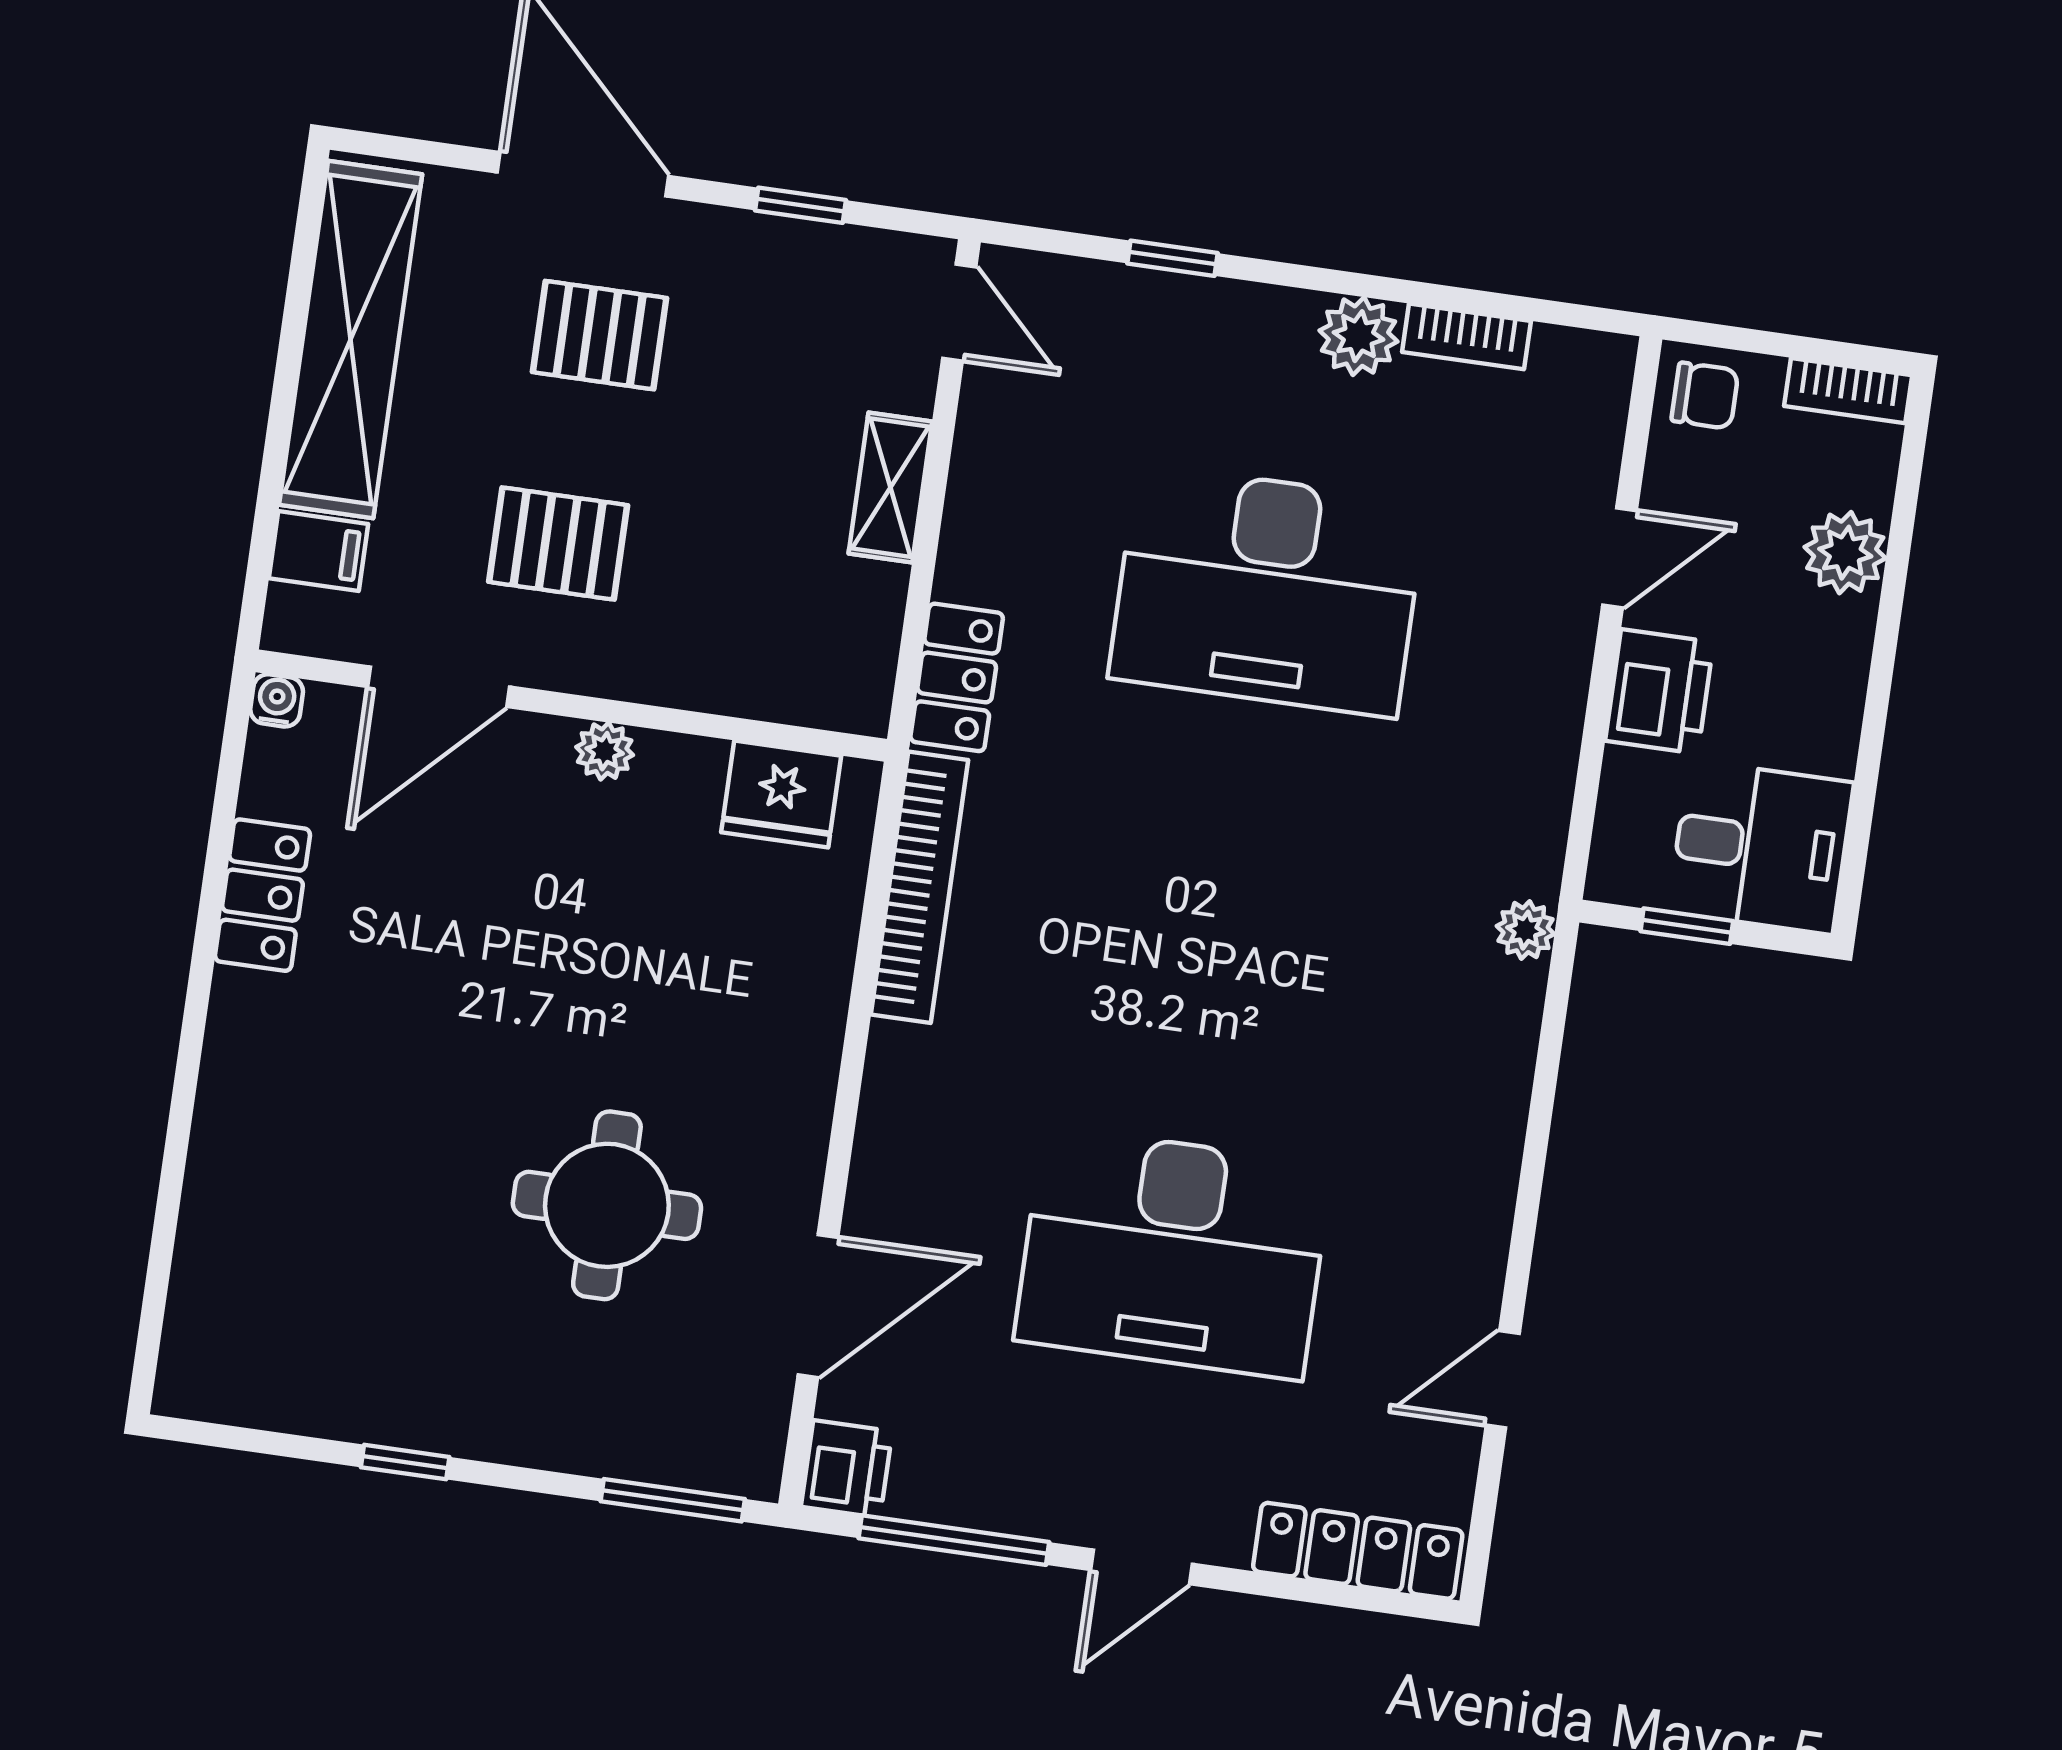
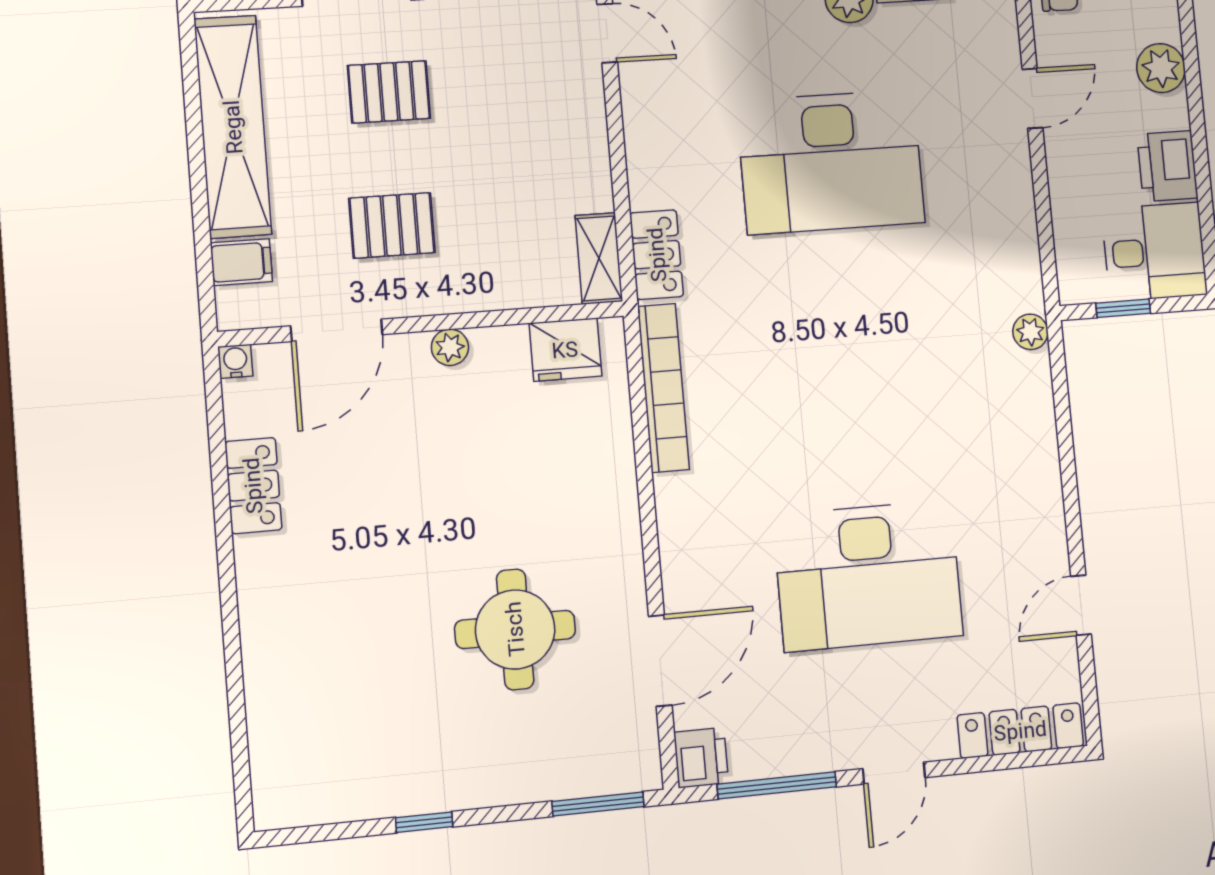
shelving: (890, 488) -> (599, 258), moved
printer: (1659, 691) -> (1167, 166), moved, turned 180

